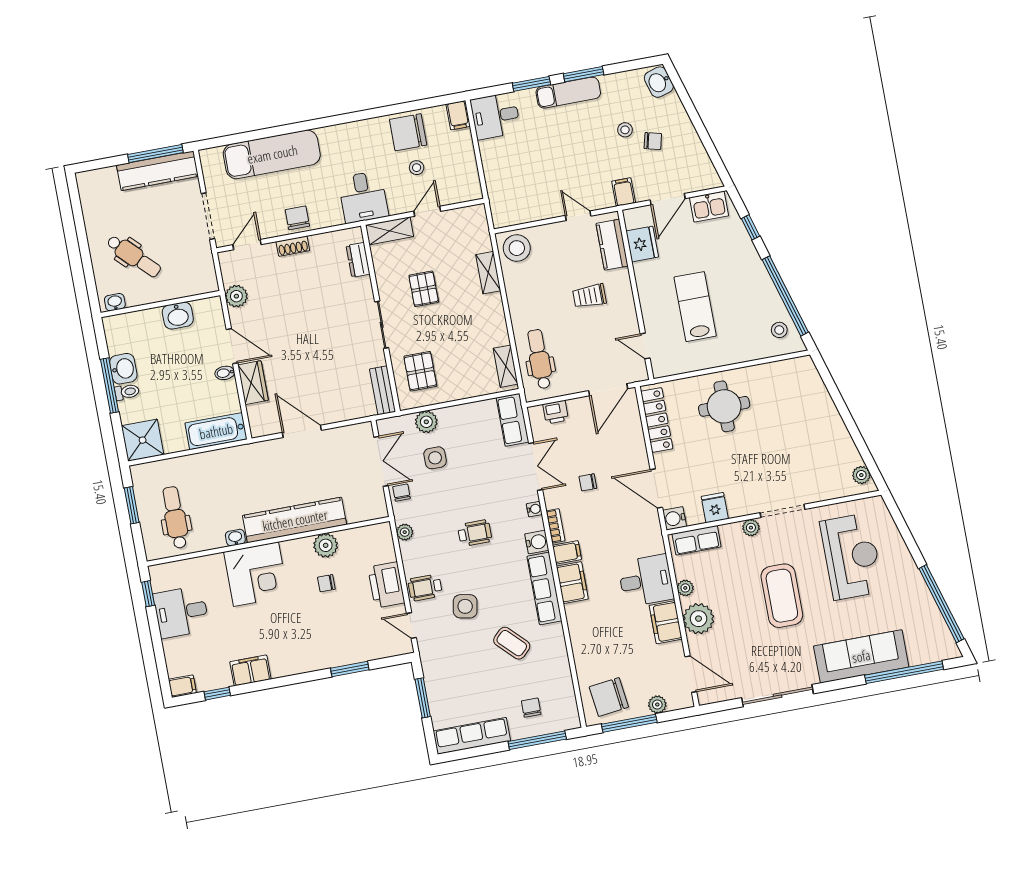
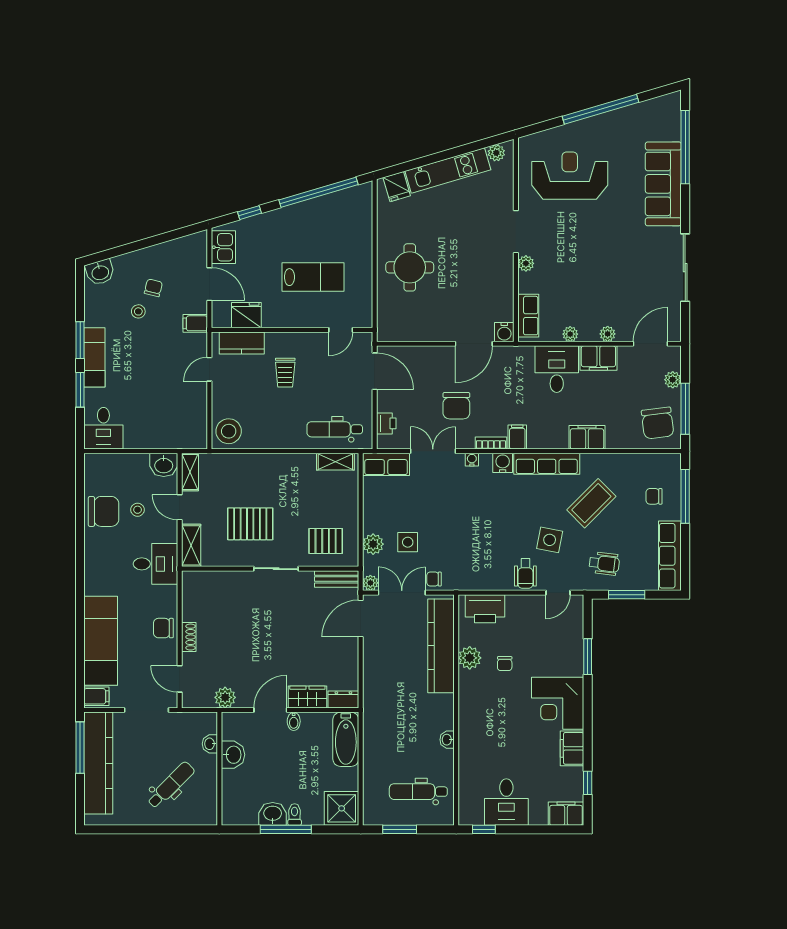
filing cabinet: (458, 115) -> (96, 696), moved
chair: (408, 132) -> (104, 511), turned -90
kitchen counter: (157, 171) -> (98, 763), width x1.39, depth x1.17
washbasin: (469, 186) -> (164, 465), added
dresser: (358, 260) -> (343, 699), moved, turned 180
shelving: (488, 273) -> (190, 472), moved, turned 90
pallet: (424, 289) -> (250, 524), width x1.50, depth x1.42
washbasin: (115, 302) -> (210, 744), moved
lab bench: (695, 307) -> (313, 277), turned 180
stool: (779, 330) -> (349, 204), removed
locker: (657, 420) -> (411, 332), removed
kitchen unit: (833, 428) -> (448, 170), added
door: (302, 431) -> (361, 619), moved
chair: (588, 482) -> (456, 406), width x1.87, depth x1.87
fridge: (715, 508) -> (397, 187), moved, turned -106
kitchen counter: (295, 520) -> (441, 646), moved
plant: (405, 532) -> (370, 583), moved
wheelchair: (475, 533) -> (604, 564), moved, turned 97
corner desk: (256, 574) -> (558, 703), moved, turned 180
filing cabinet: (572, 583) -> (587, 437), moved
printer: (386, 585) -> (485, 609), moved
coffee table: (782, 596) -> (594, 247), removed
window: (941, 604) -> (601, 109), moved
plant: (699, 619) -> (608, 334), width x0.53, depth x0.53
coffee table: (512, 643) -> (591, 503), width x1.36, depth x1.30
filing cabinet: (182, 686) -> (566, 814), width x2.00

